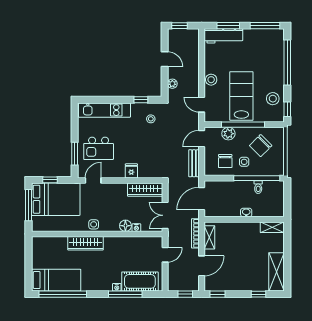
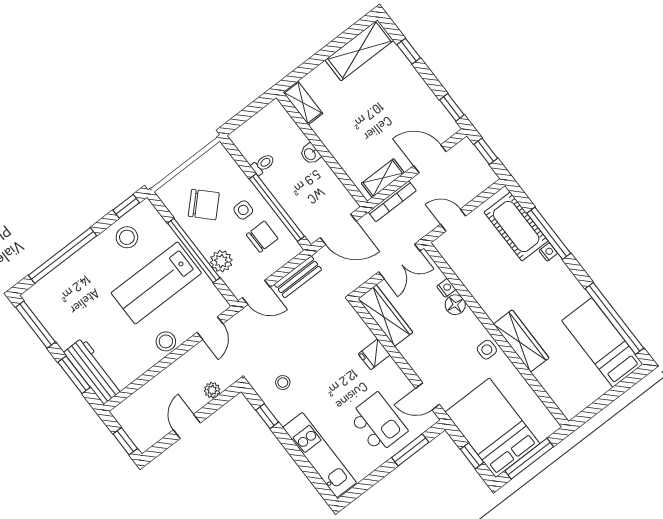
window: (257, 178) -> (277, 208), moved

